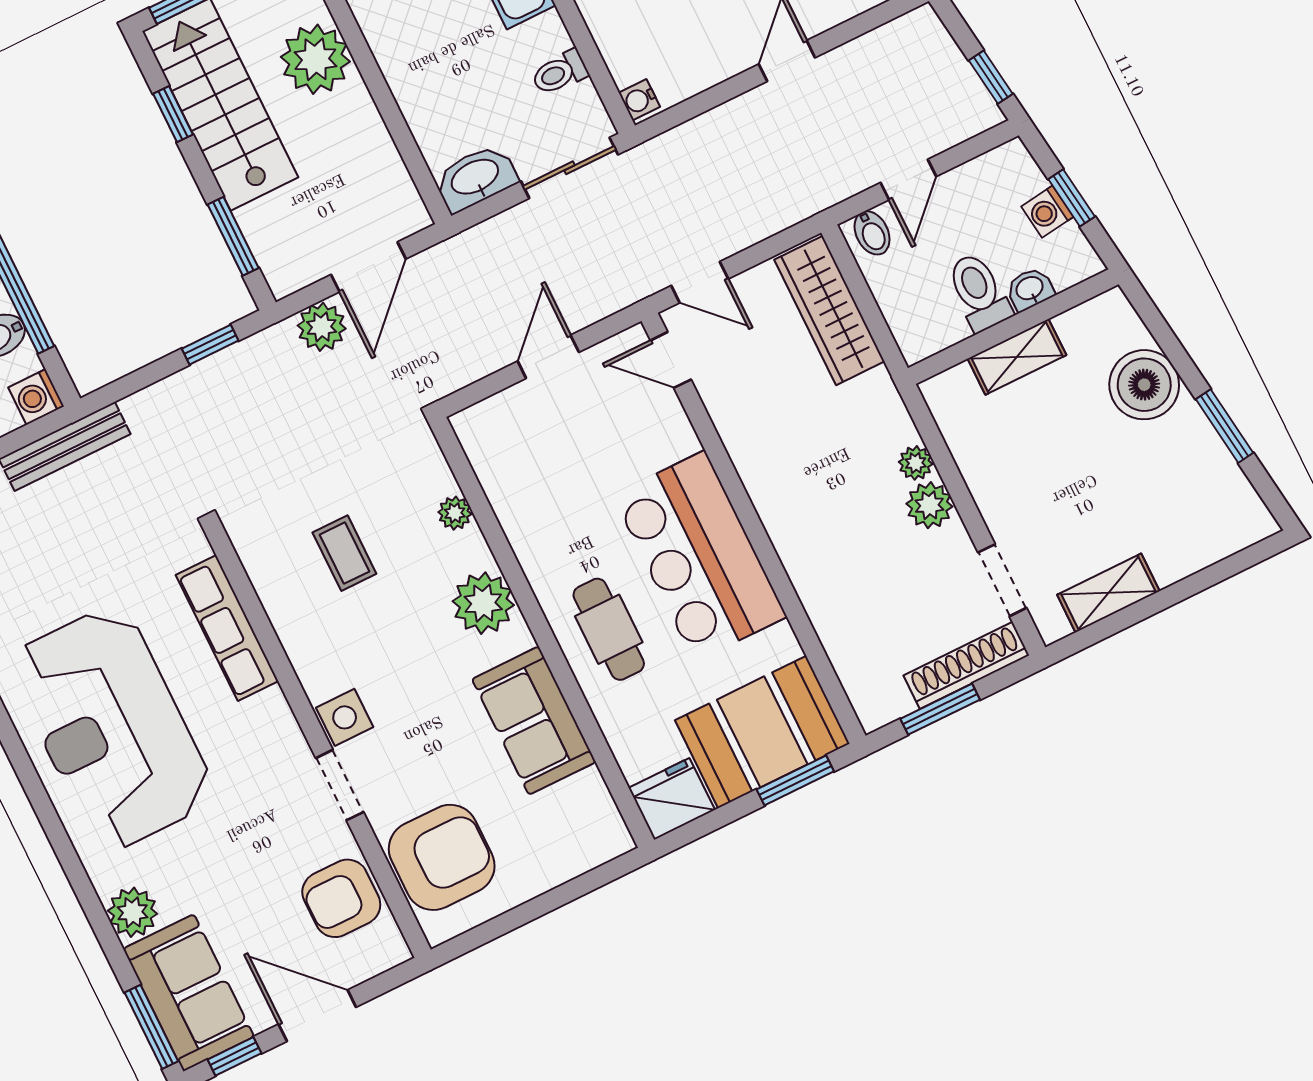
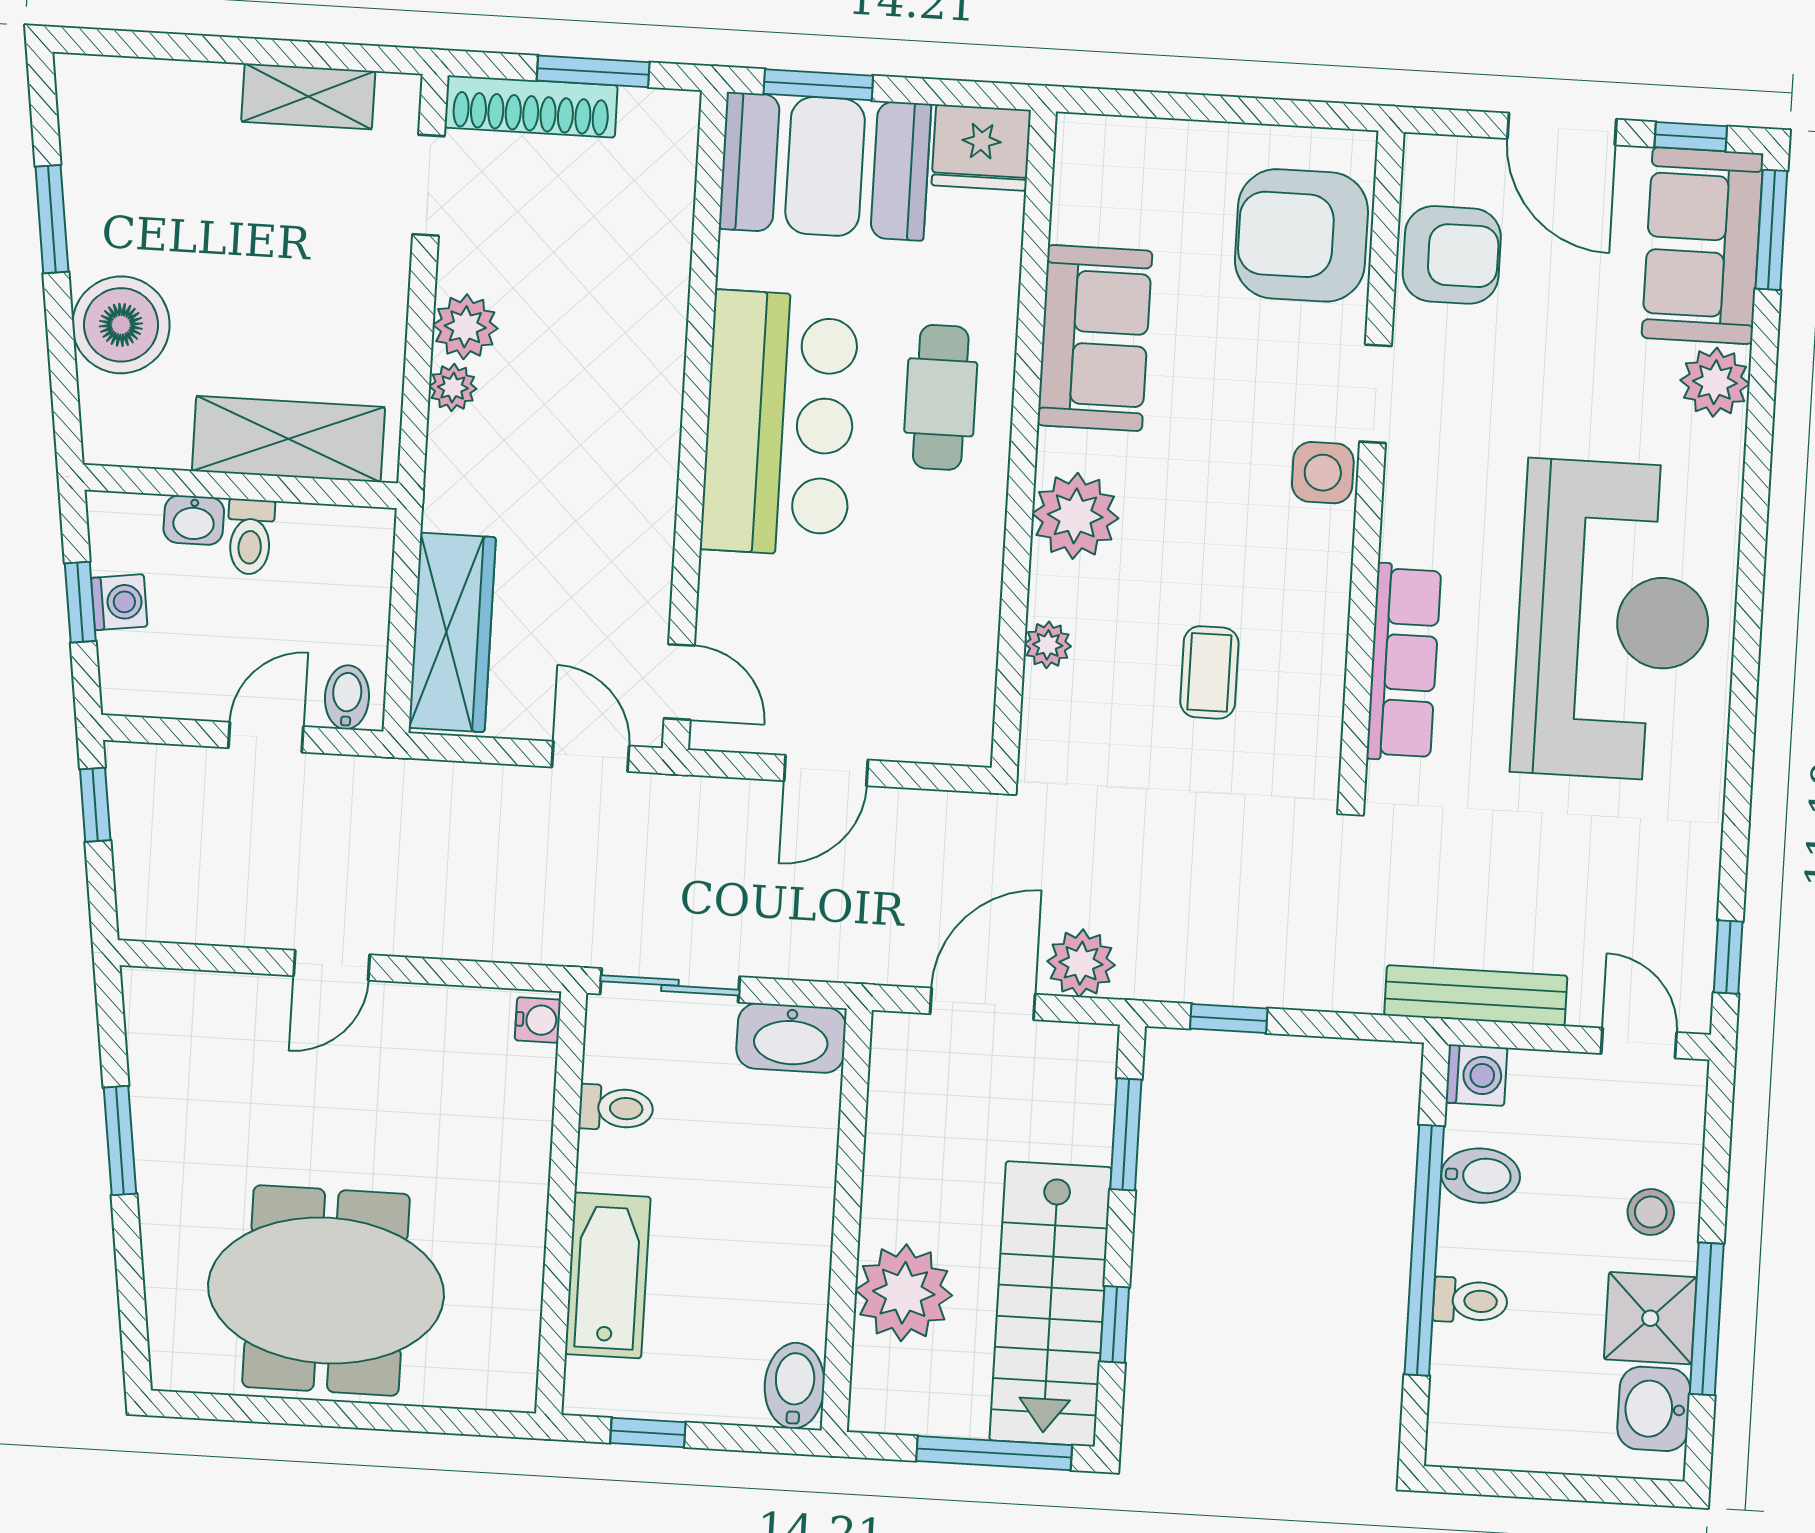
toilet: (979, 292) -> (250, 537), width x0.73, depth x0.72
shelving: (1017, 357) -> (288, 439), width x1.50, depth x1.33

